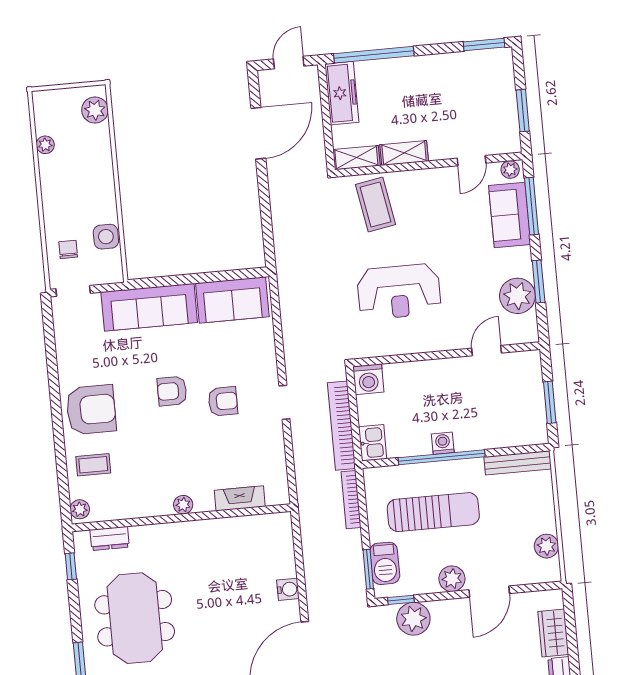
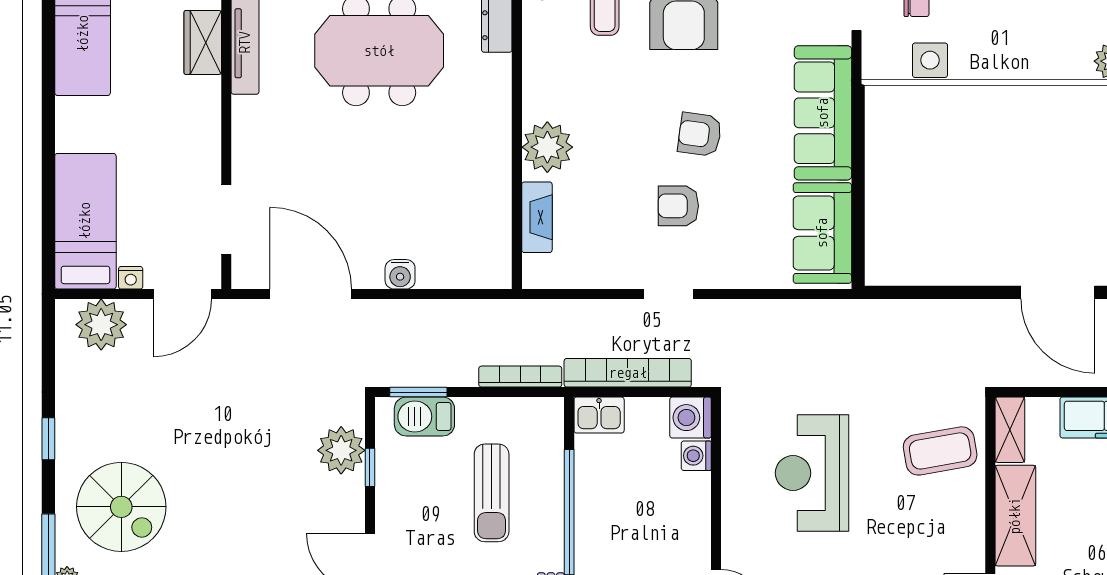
shelving: (404, 153) -> (1015, 516), width x1.50, depth x1.33
armchair: (172, 391) -> (700, 134), turned -82
armchair: (223, 401) -> (678, 206), turned 90
washing machine: (443, 443) -> (696, 456), moved, turned 180
plant: (183, 505) -> (547, 147), width x1.87, depth x1.87
sun lounger: (433, 512) -> (492, 493), width x0.73, depth x0.75
plant: (452, 579) -> (393, 511), removed
window: (401, 600) -> (370, 467), moved

